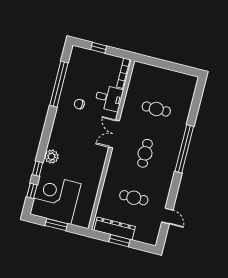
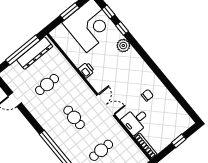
window: (59, 84) -> (174, 91), removed
printer: (96, 173) -> (86, 70), added
window: (120, 241) -> (23, 50), width x2.11

